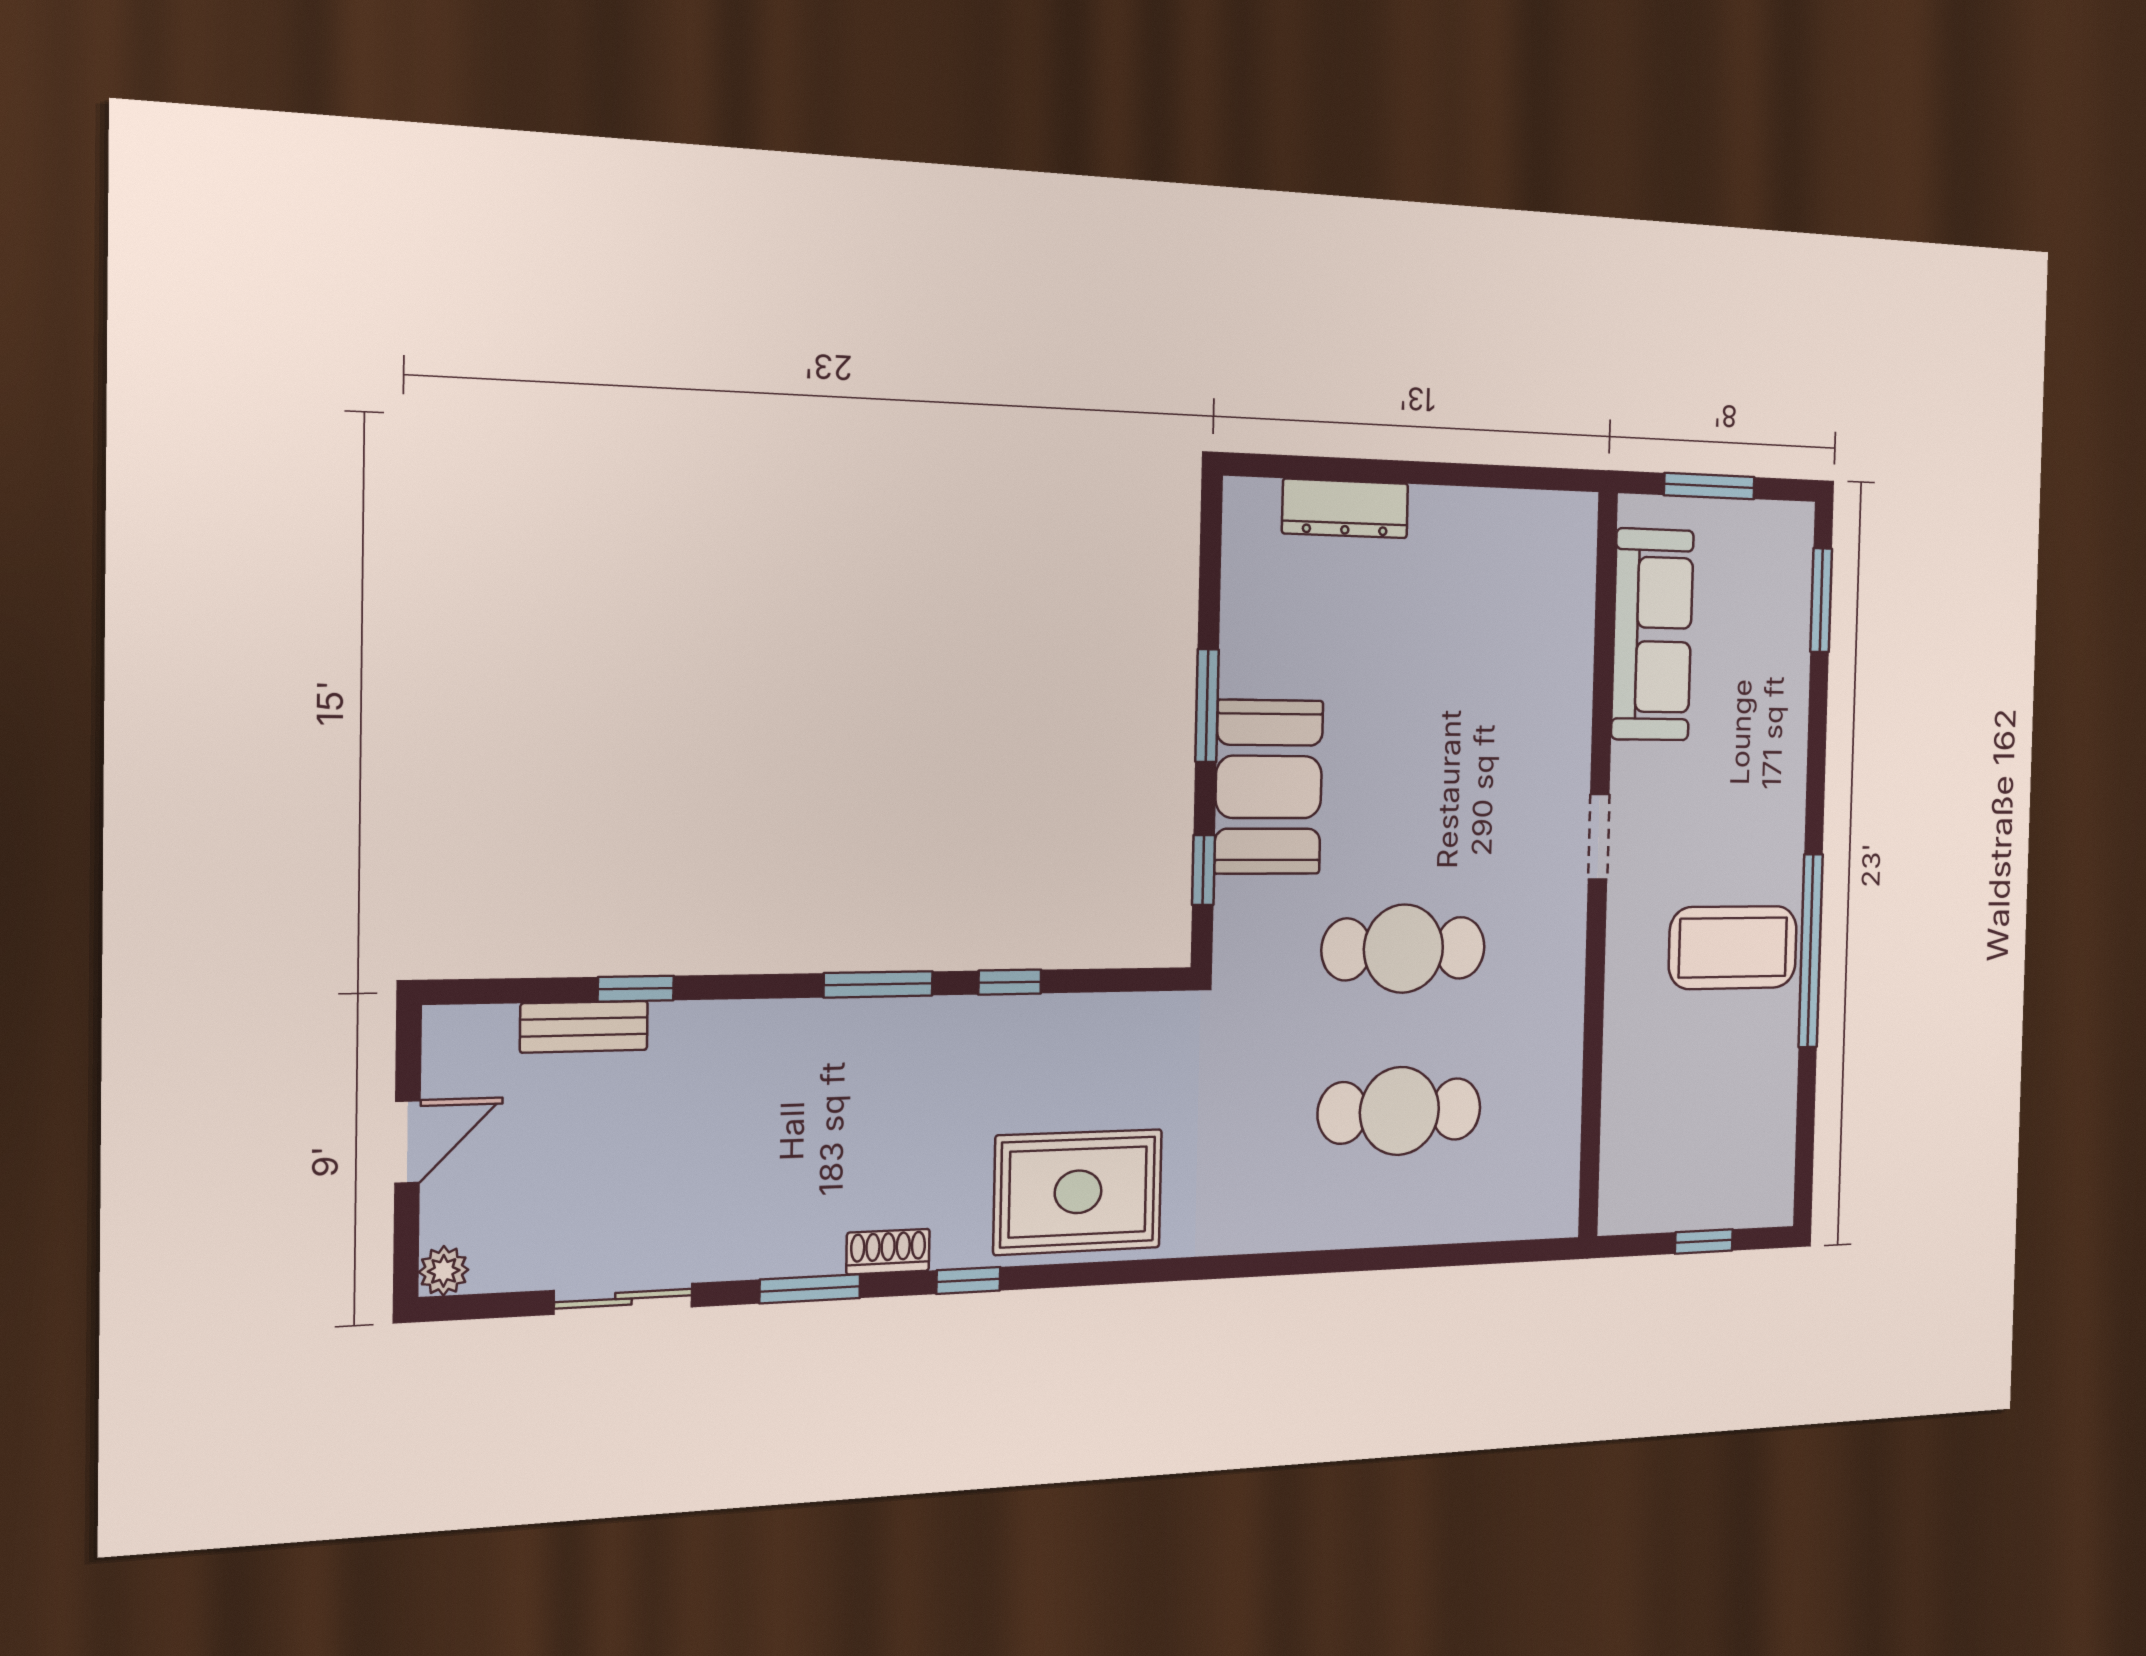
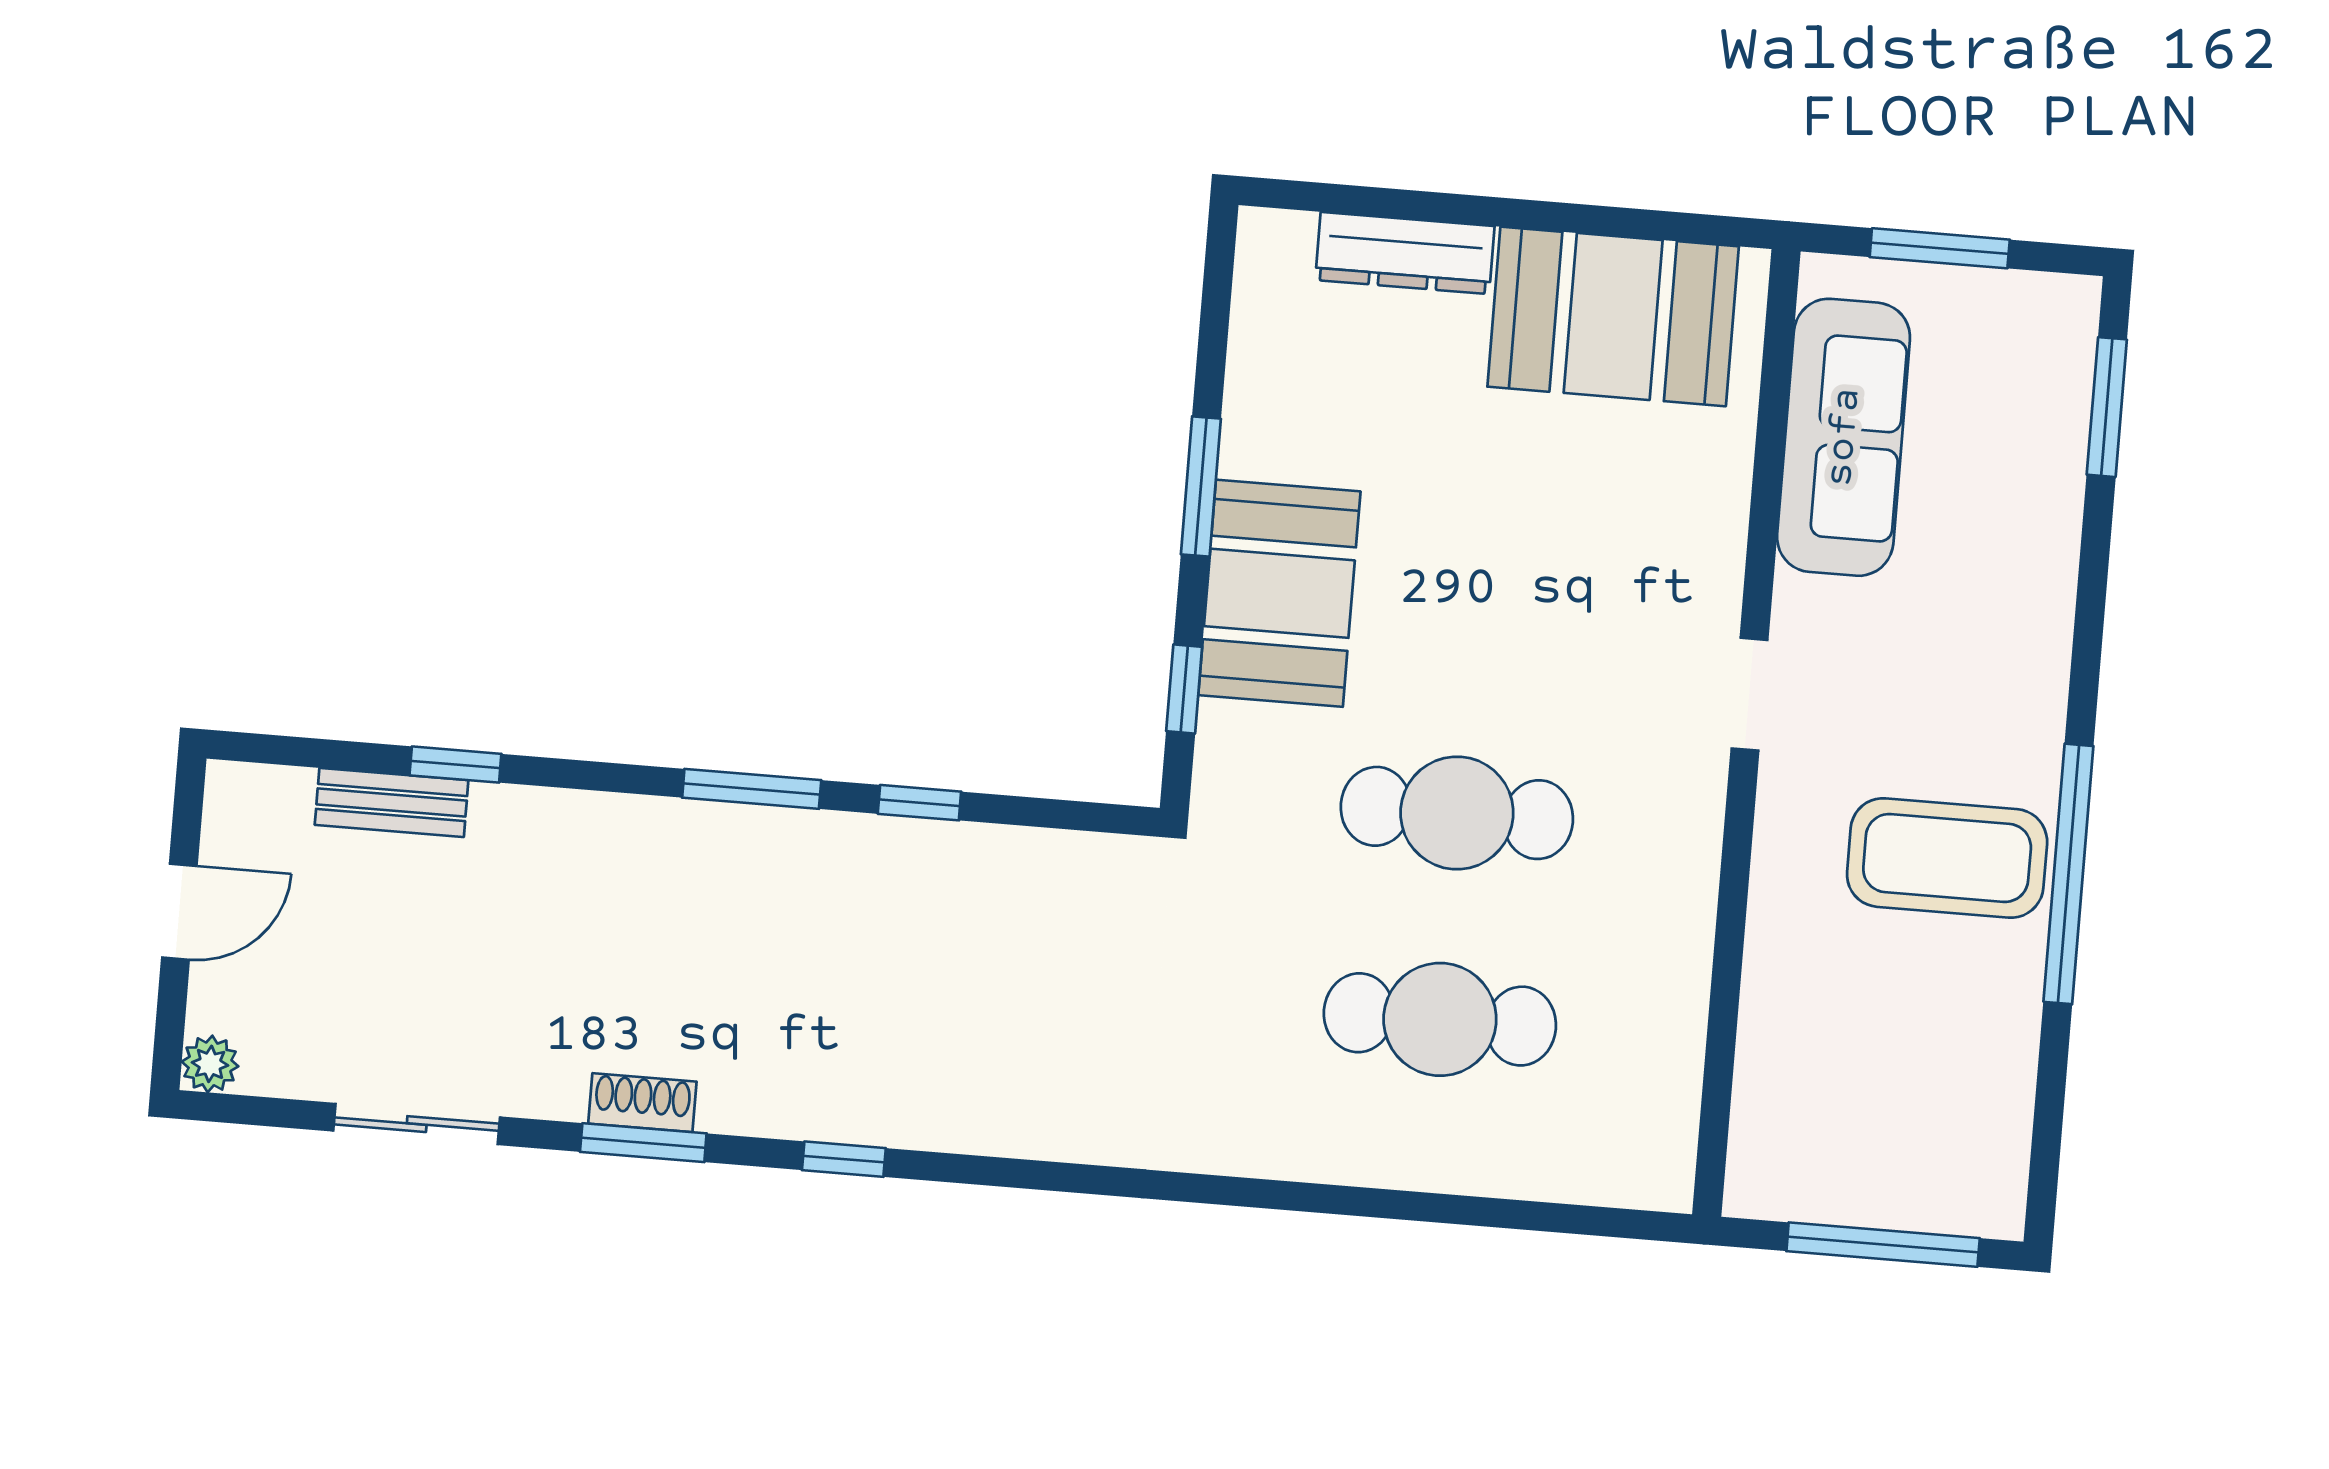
booth: (1493, 551) -> (1613, 316), added
rug: (1078, 1192) -> (993, 1069), removed
window: (1704, 1241) -> (1883, 1245), width x2.17
shoe rack: (888, 1252) -> (642, 1103), moved

